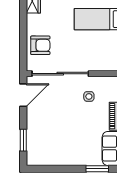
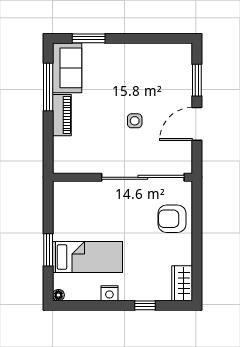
door: (23, 95) -> (197, 124), moved
side table: (89, 96) -> (135, 121), moved

